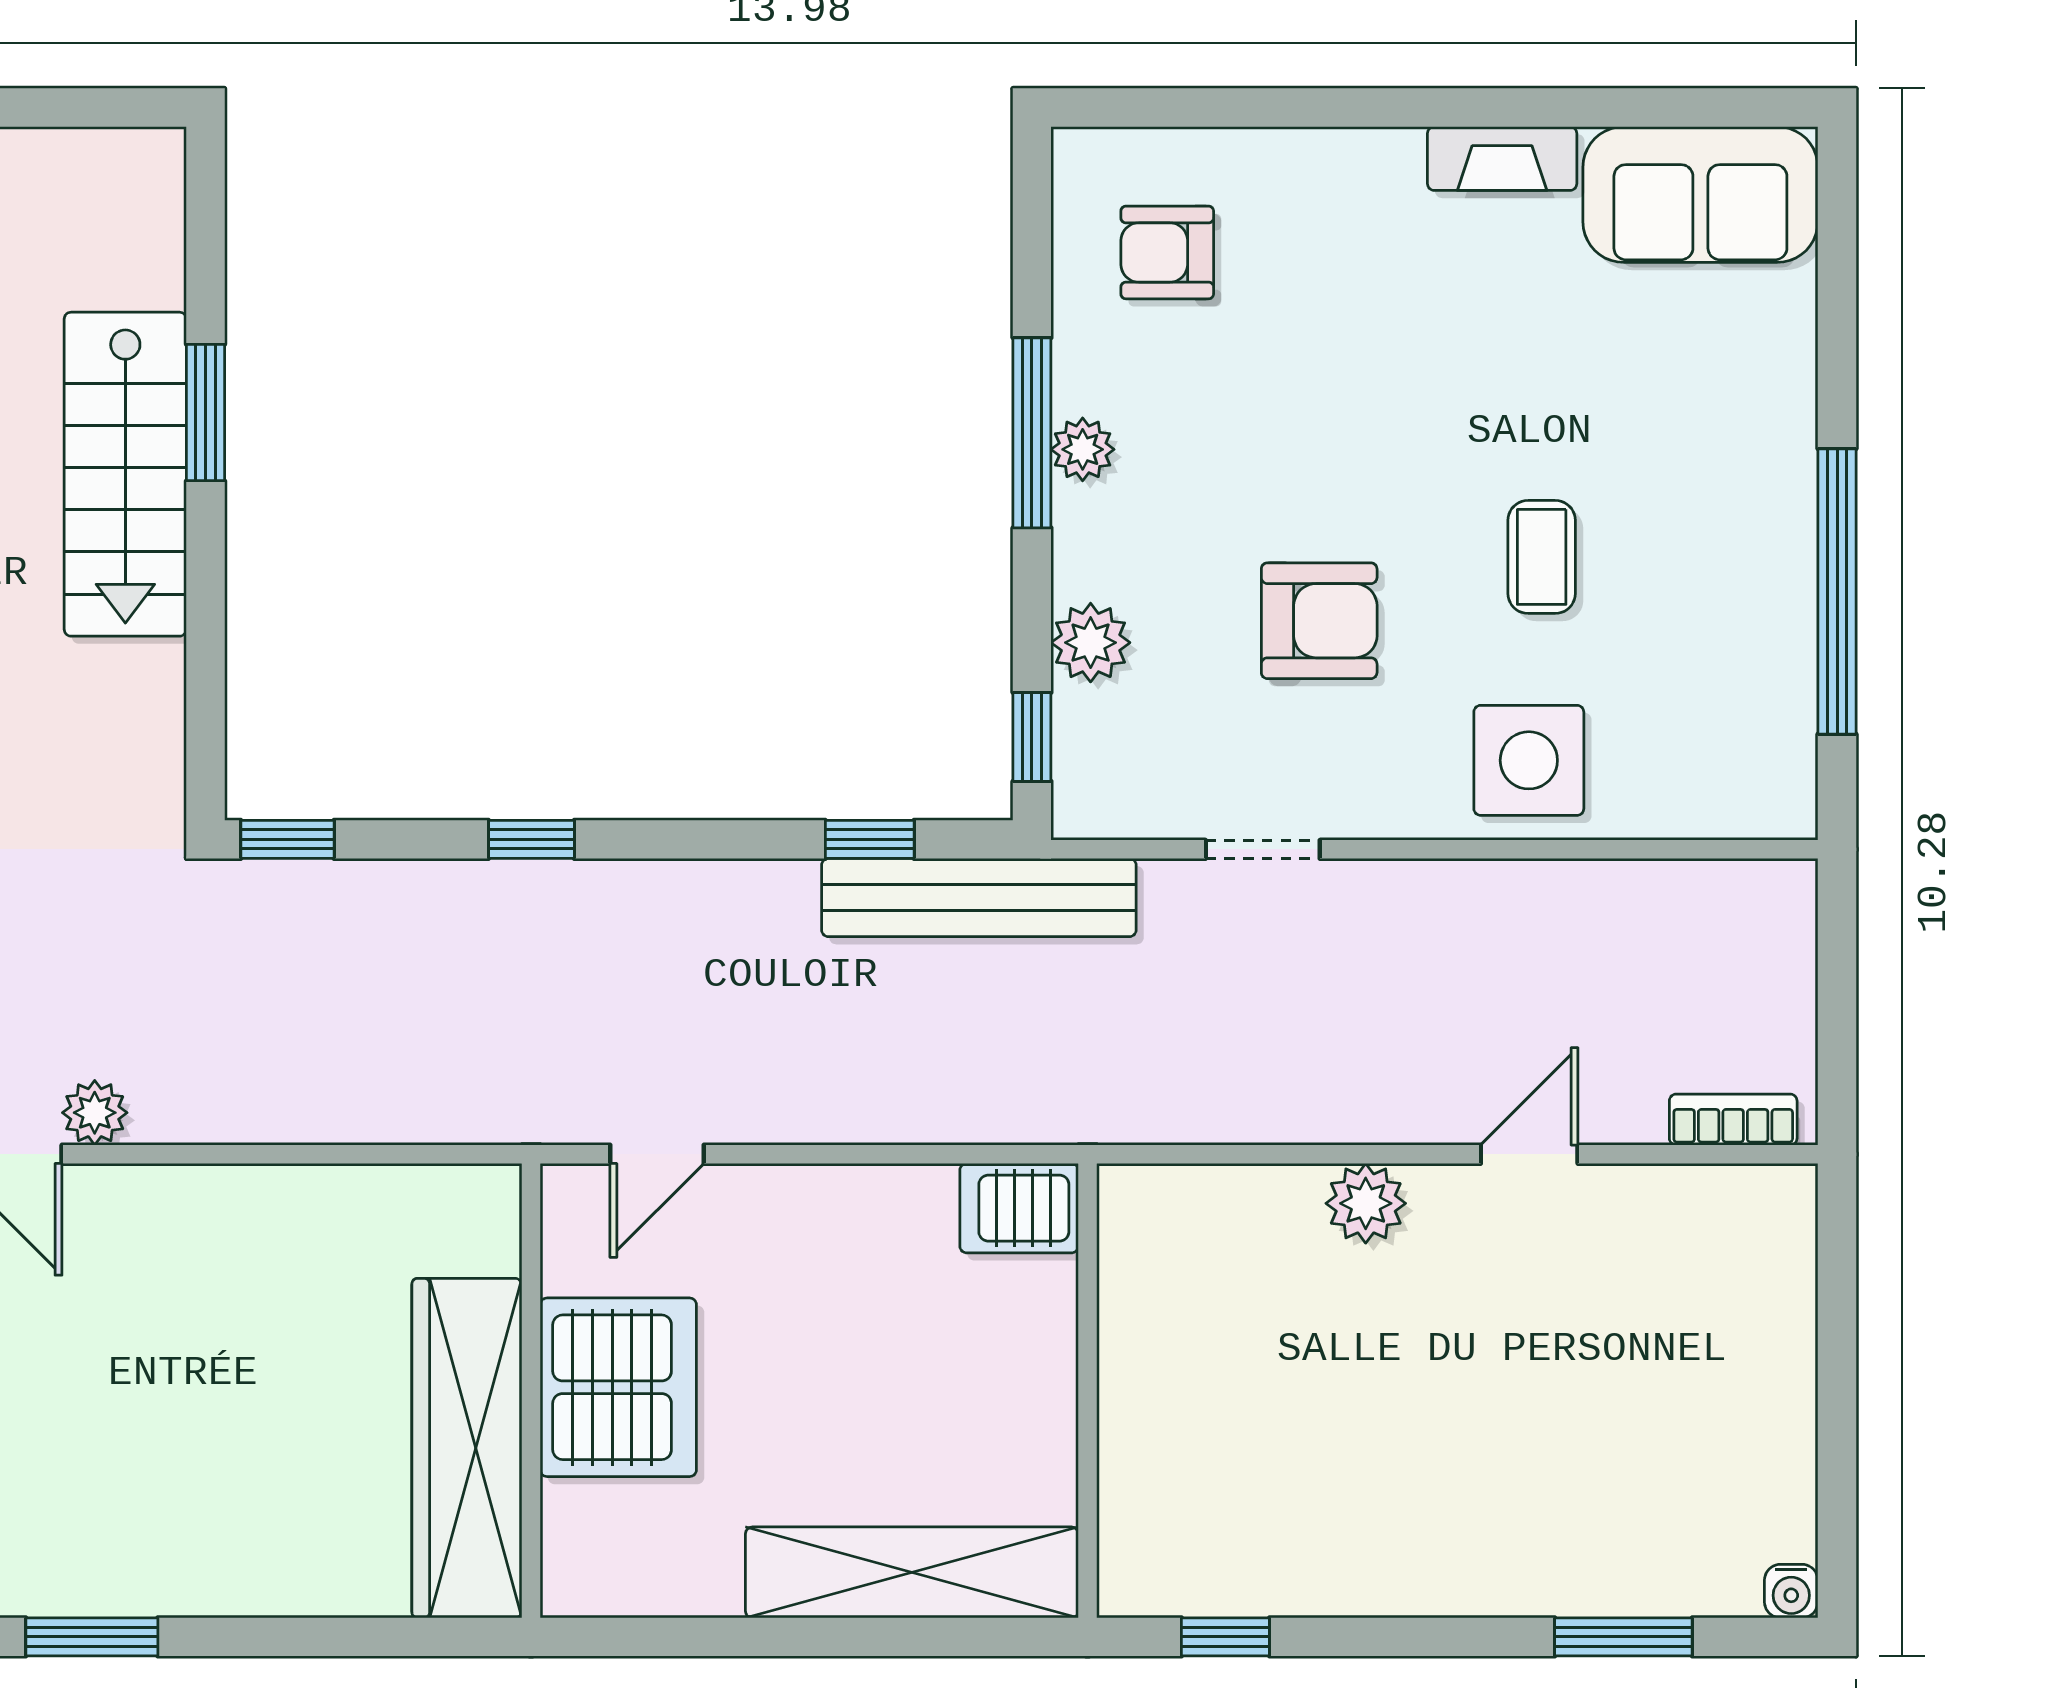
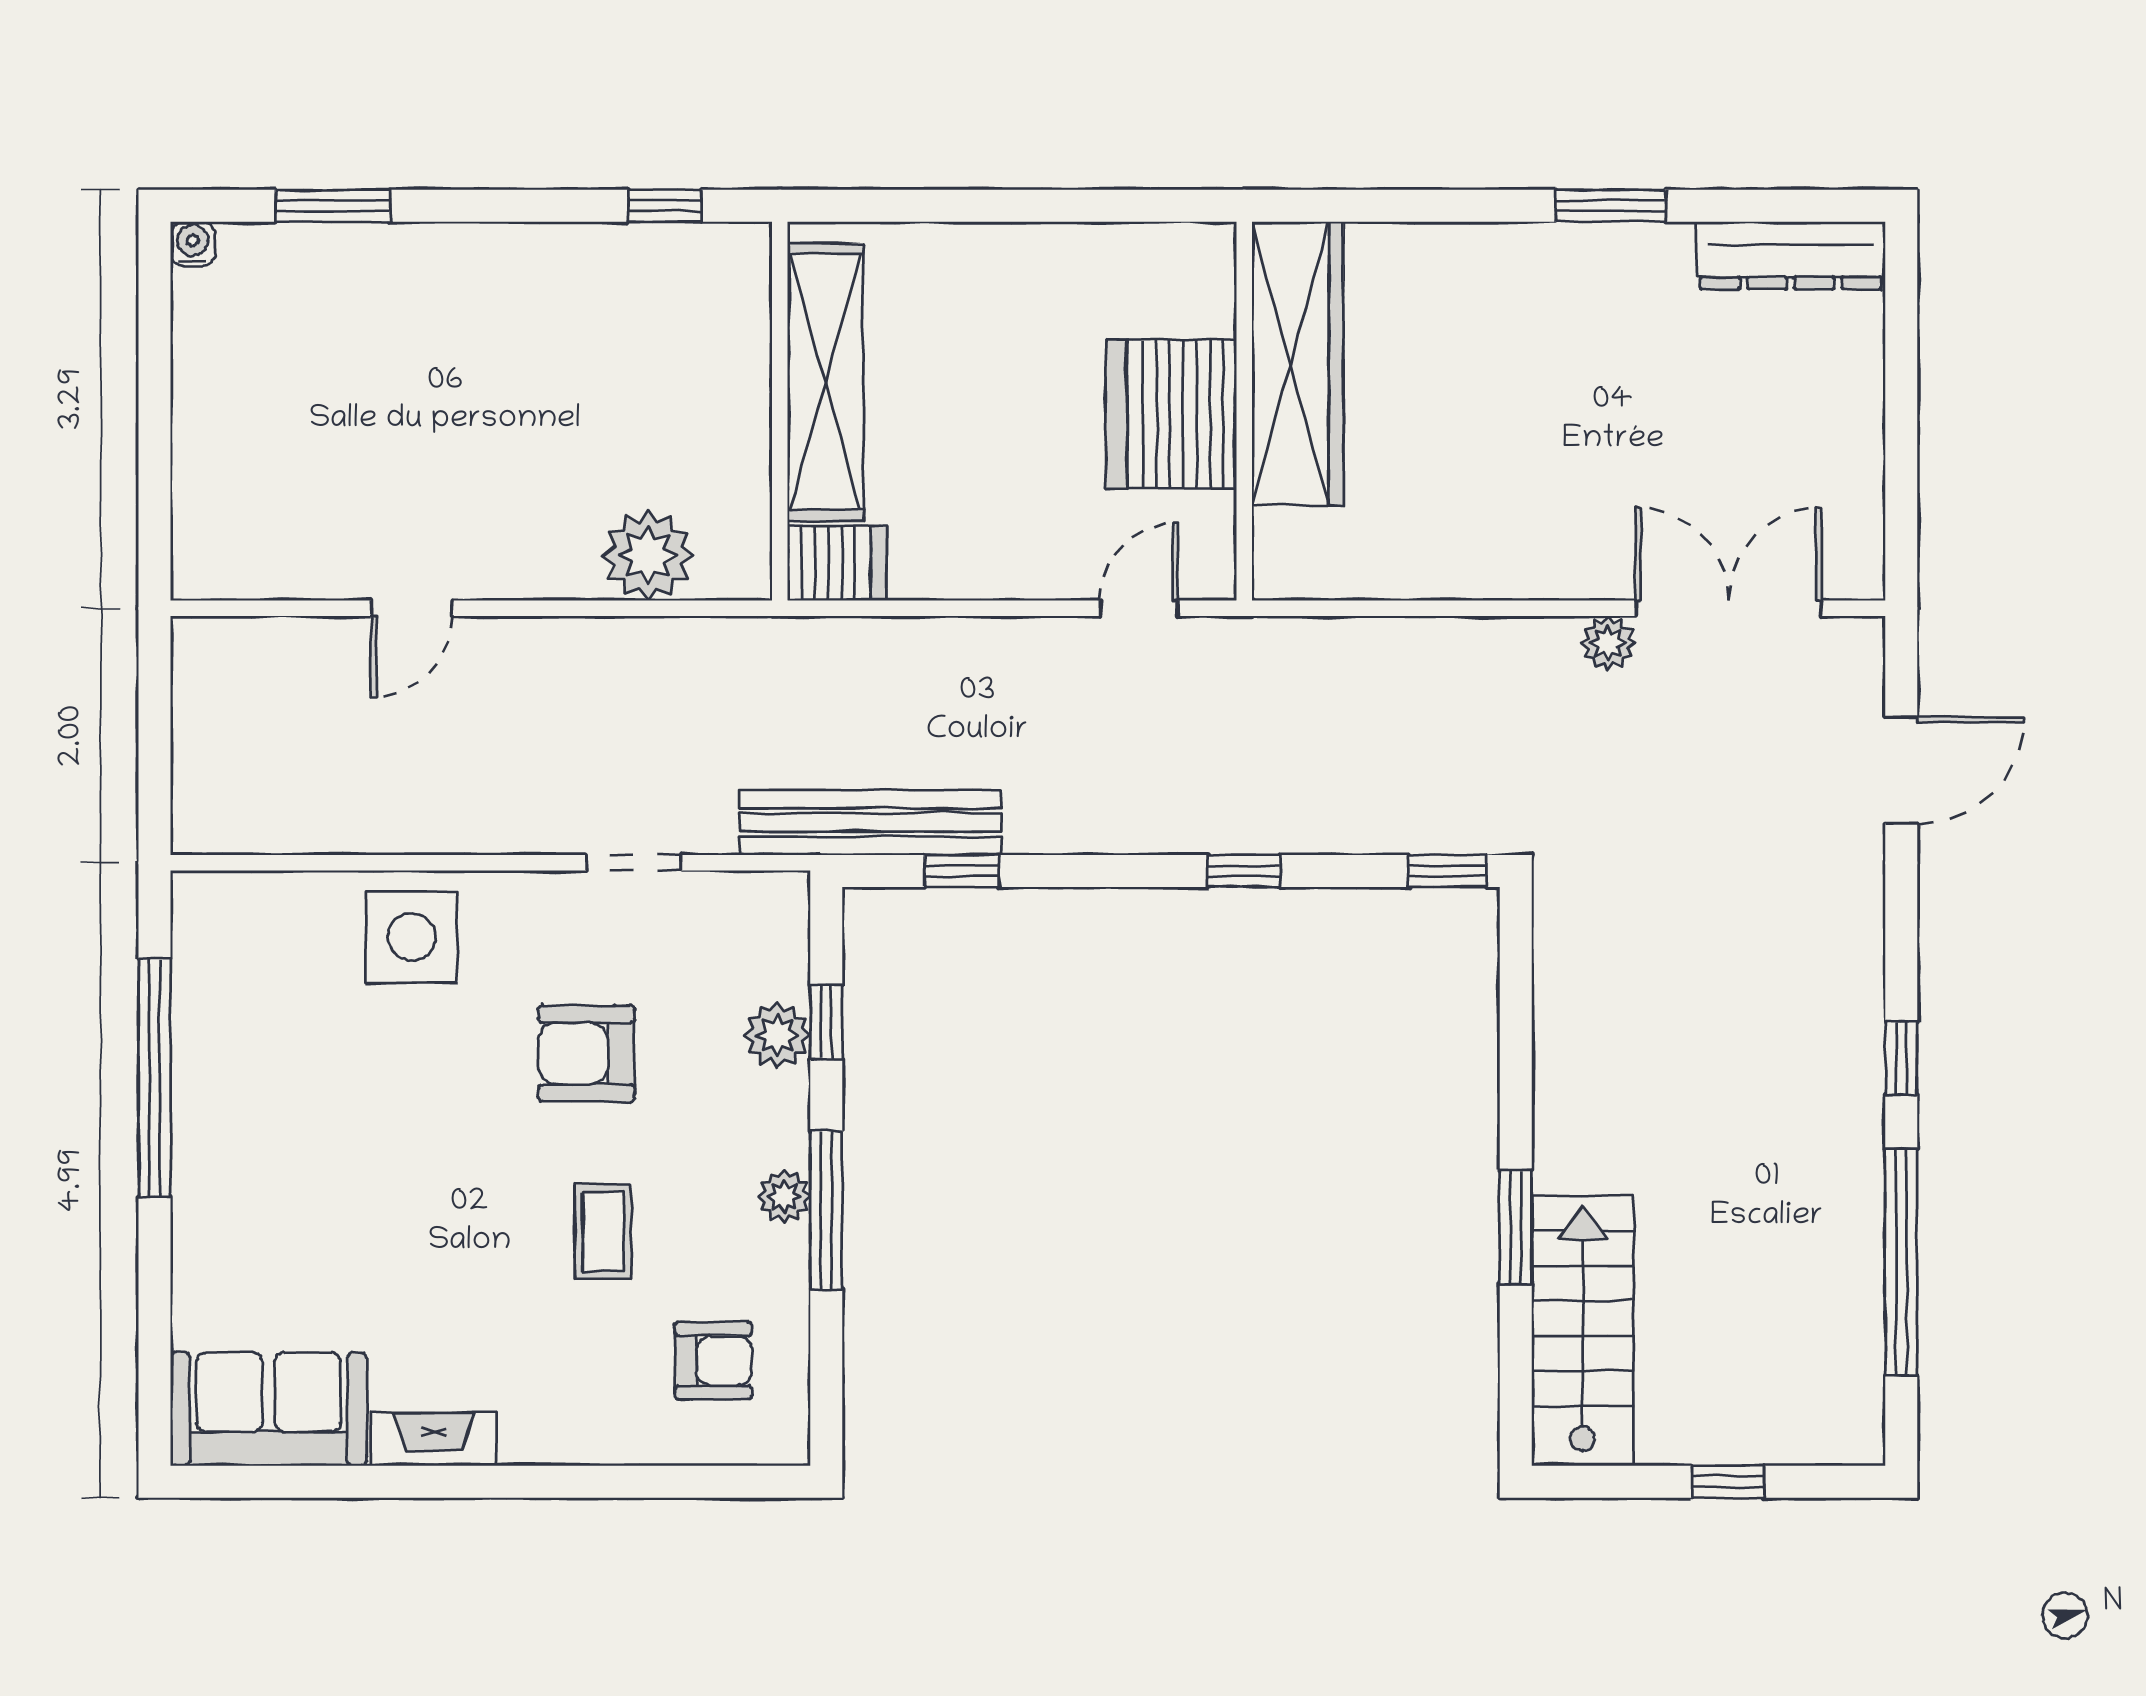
stairs: (125, 474) -> (1583, 1331), moved
coffee table: (1542, 557) -> (603, 1231), moved
window: (1032, 737) -> (826, 1022), moved
bookcase: (1733, 1120) -> (241, 637), removed
plant: (1366, 1203) -> (648, 555), moved, width x1.36, depth x1.36
shelving: (912, 1572) -> (825, 382), moved, turned 90

